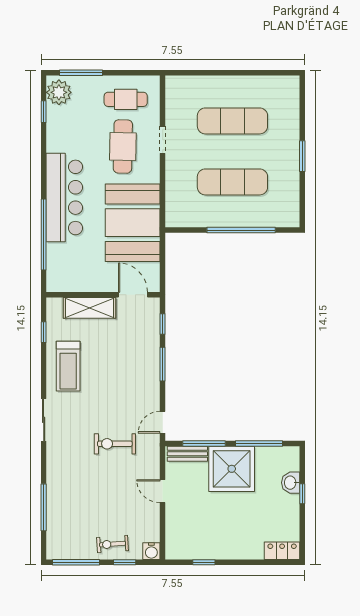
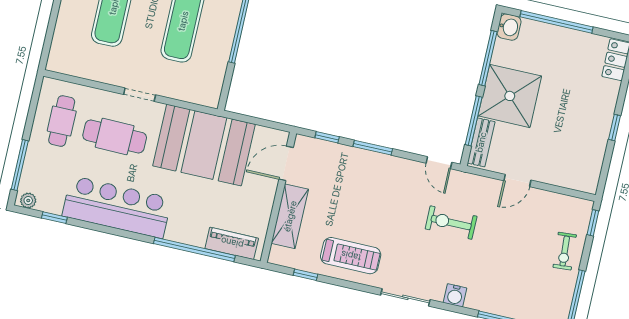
plant: (59, 92) -> (28, 200), width x0.53, depth x0.53
doorway: (163, 140) -> (140, 95), moved
bar counter: (64, 197) -> (117, 207), moved
piano: (56, 265) -> (232, 243), added
exercise bike: (115, 444) -> (451, 223), turned 90
washbasin: (291, 483) -> (509, 27), moved, turned -90
window: (302, 494) -> (557, 22), width x3.17
water cooler: (151, 551) -> (455, 295), moved, turned 90
window: (125, 562) -> (593, 223), moved
window: (204, 562) -> (615, 128), moved

